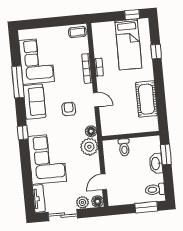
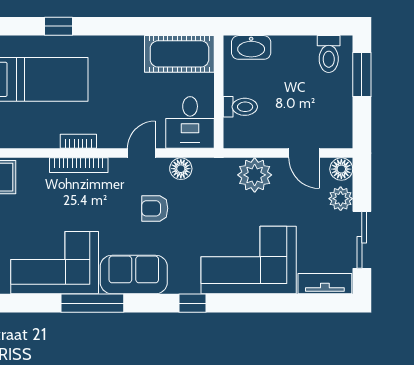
cot: (146, 99) -> (179, 54), moved
desk: (114, 123) -> (190, 123), added
floor lamp: (91, 131) -> (181, 169), moved
plant: (89, 147) -> (255, 175), moved
window: (166, 154) -> (262, 26), removed
washbasin: (156, 163) -> (251, 47), moved

